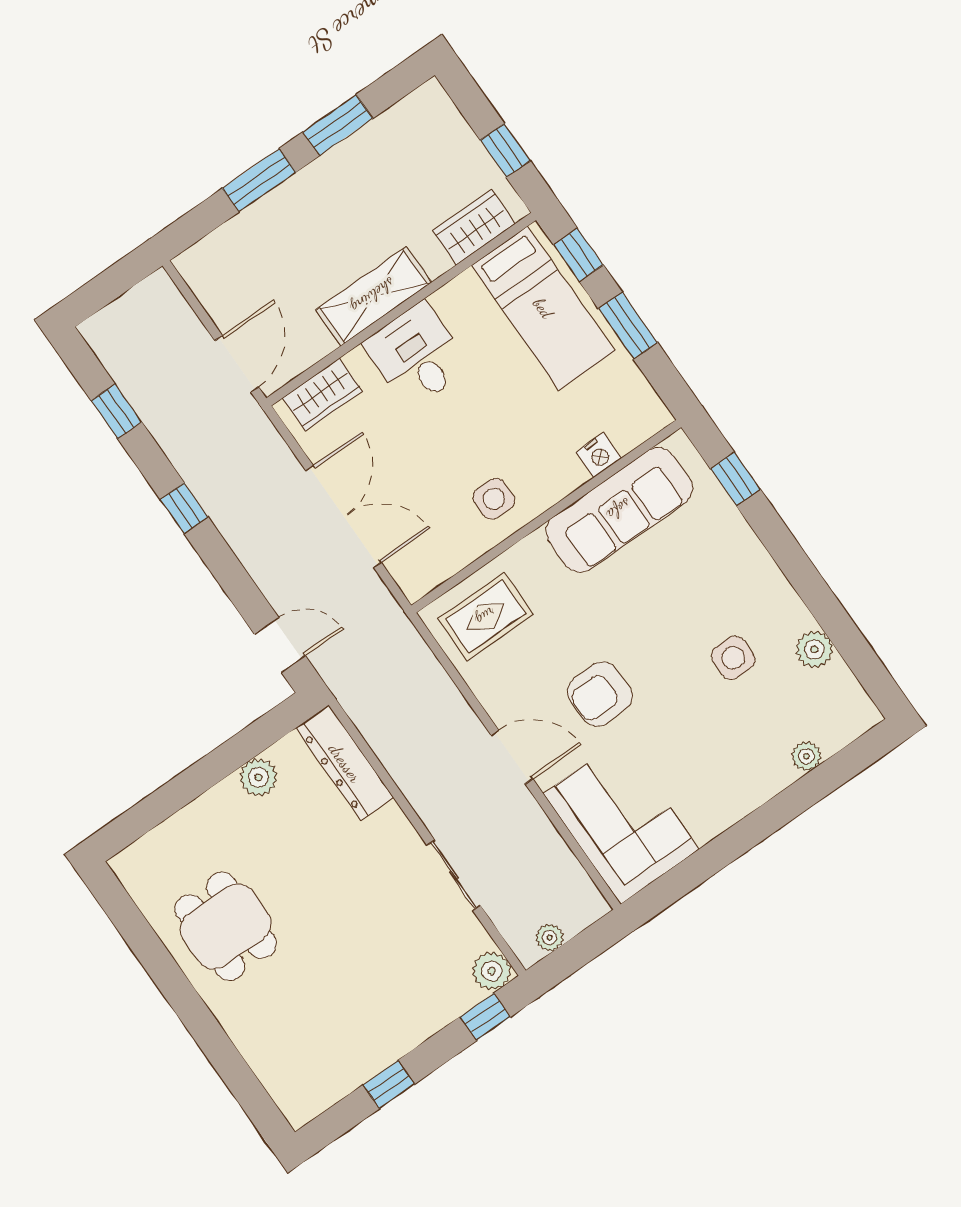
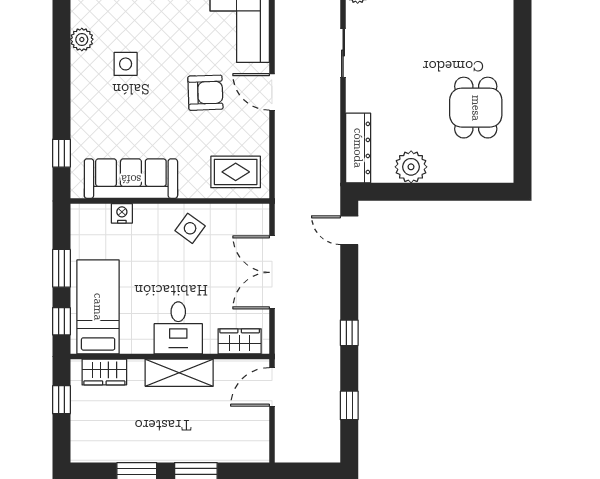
side table: (494, 499) -> (190, 228), turned 36
plant: (258, 777) -> (411, 167), width x1.36, depth x1.36

